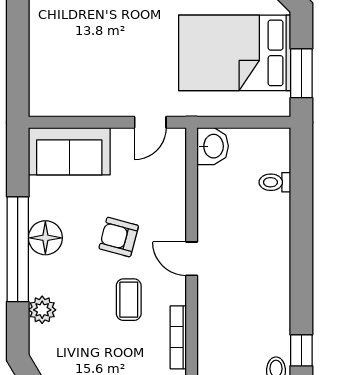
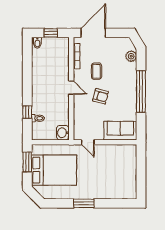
door: (150, 122) -> (88, 142), swing flipped
floor lamp: (45, 238) -> (130, 96), removed
plant: (42, 310) -> (131, 56), moved
window: (301, 350) -> (27, 112), moved

